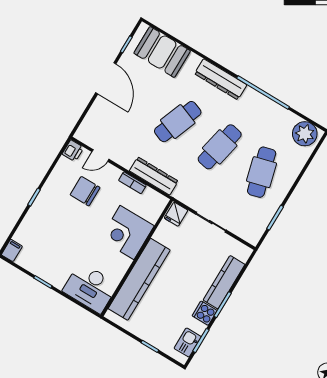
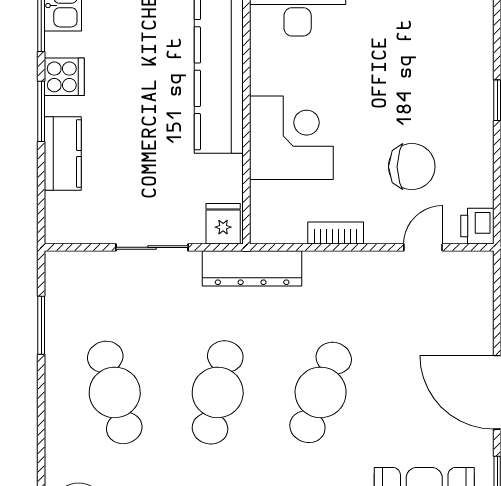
dresser: (154, 176) -> (252, 268), moved
kitchen counter: (224, 282) -> (63, 153), width x0.67

